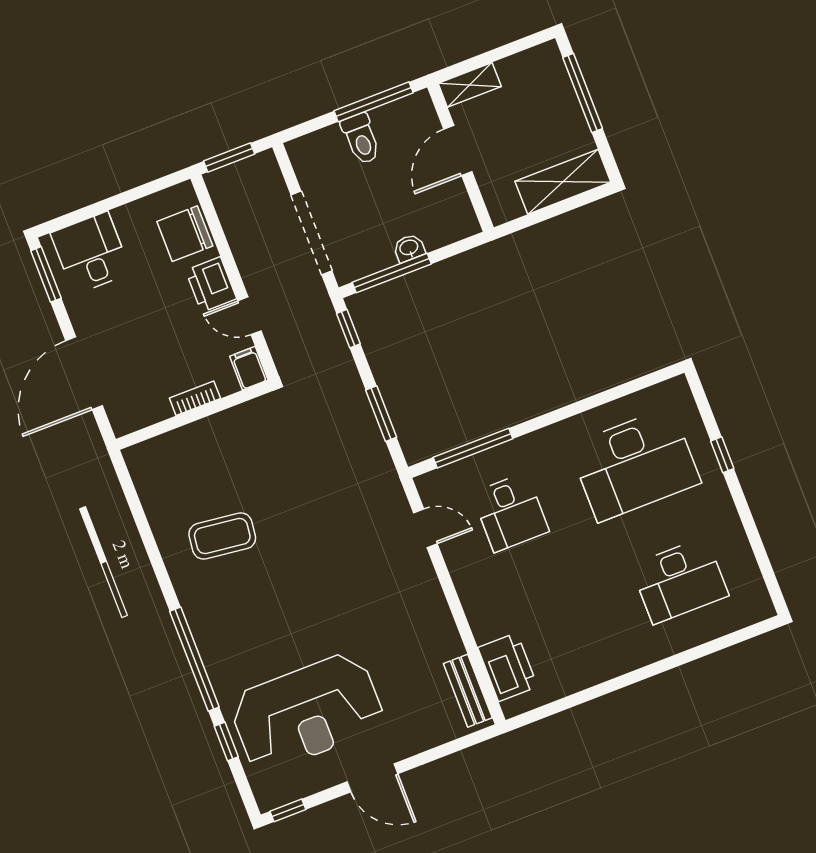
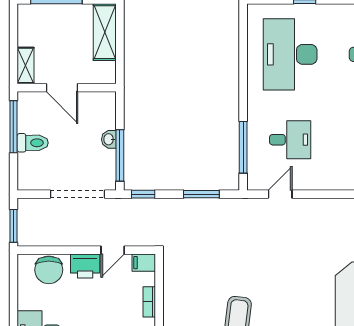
desk: (635, 464) -> (290, 54), turned 180

